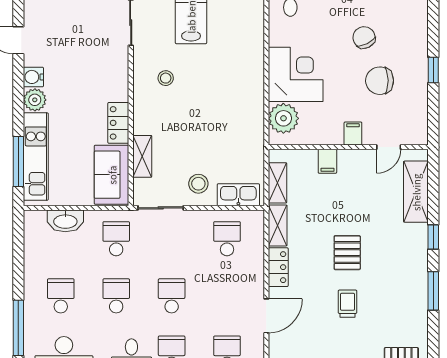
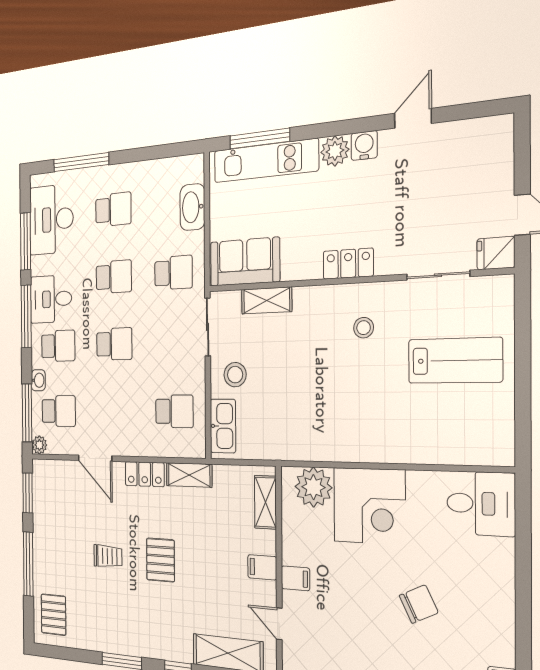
chair: (380, 81) -> (362, 620), removed
locker: (118, 123) -> (348, 264), moved
filing cabinet: (327, 161) -> (262, 567), moved
shelving: (277, 183) -> (265, 502), moved, turned 90
pallet: (347, 253) -> (160, 560), turned 90

